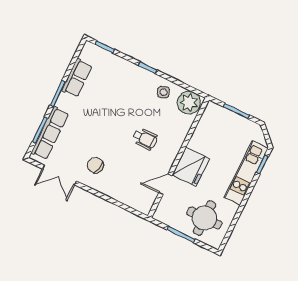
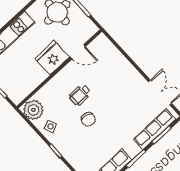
wheelchair: (145, 139) -> (80, 95), turned -90
chair: (95, 165) -> (88, 119), moved

